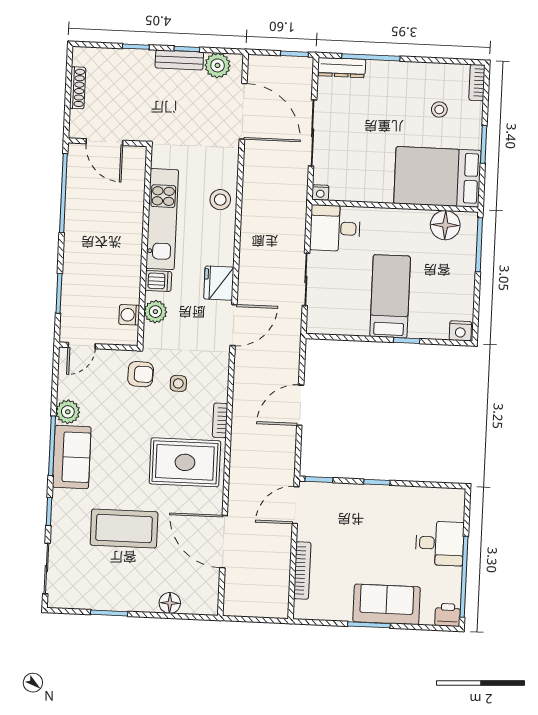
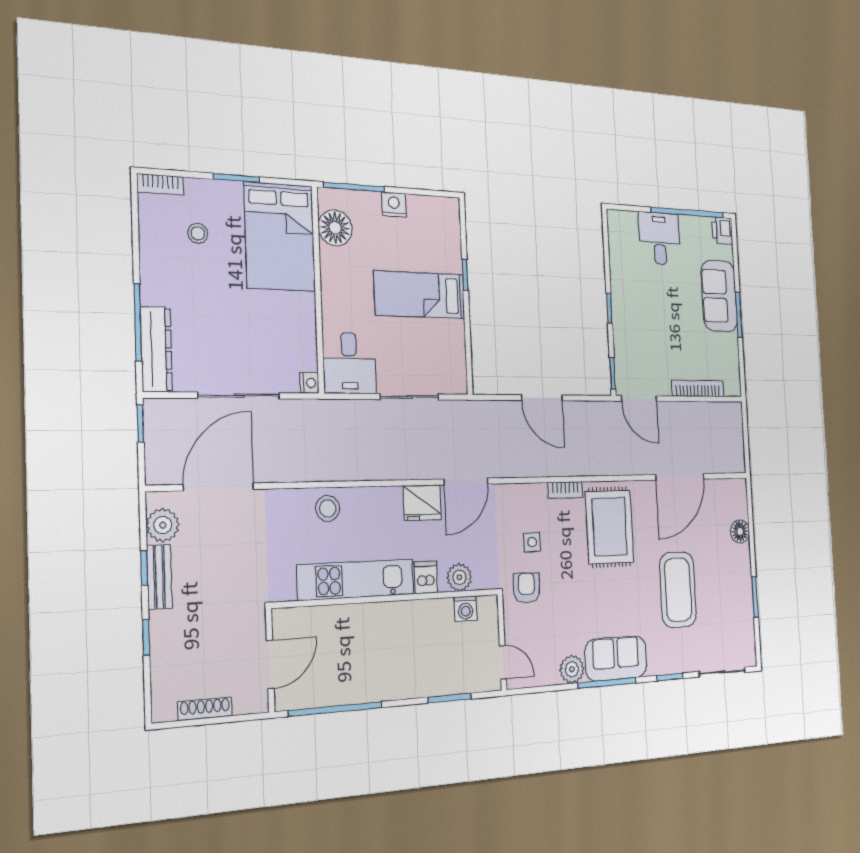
dresser: (342, 68) -> (156, 349), width x1.37, depth x1.24
door: (233, 325) -> (466, 482), swing flipped
nightstand: (460, 331) -> (394, 204), moved, turned -90

